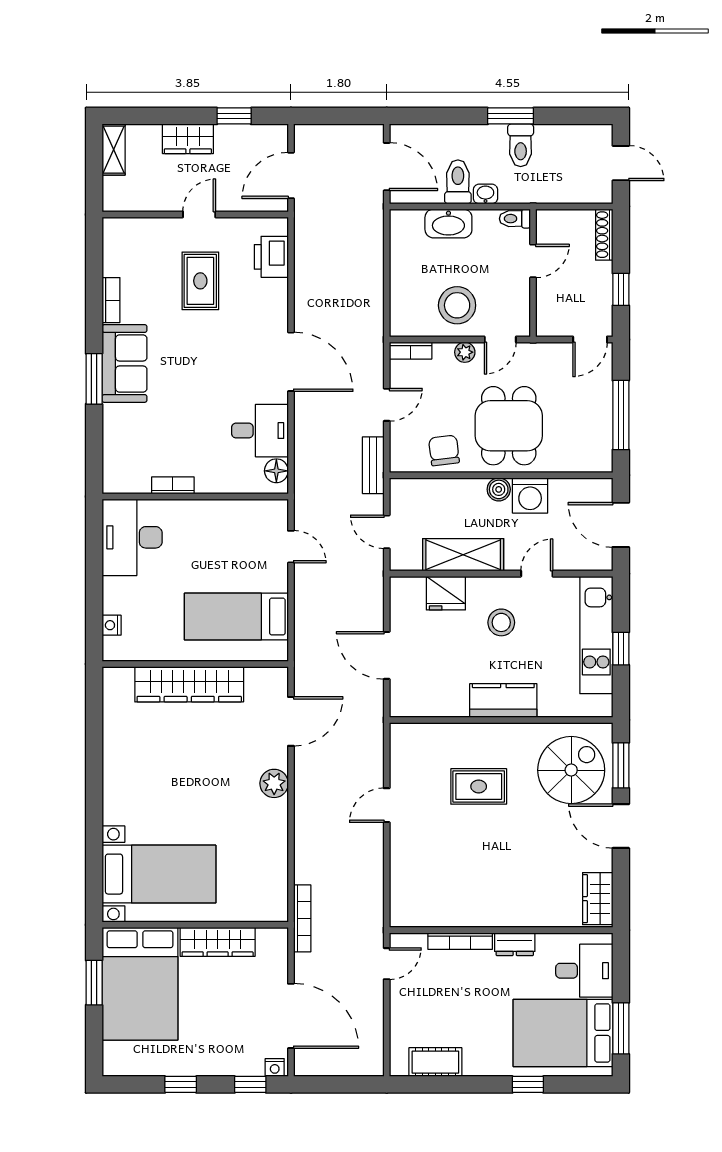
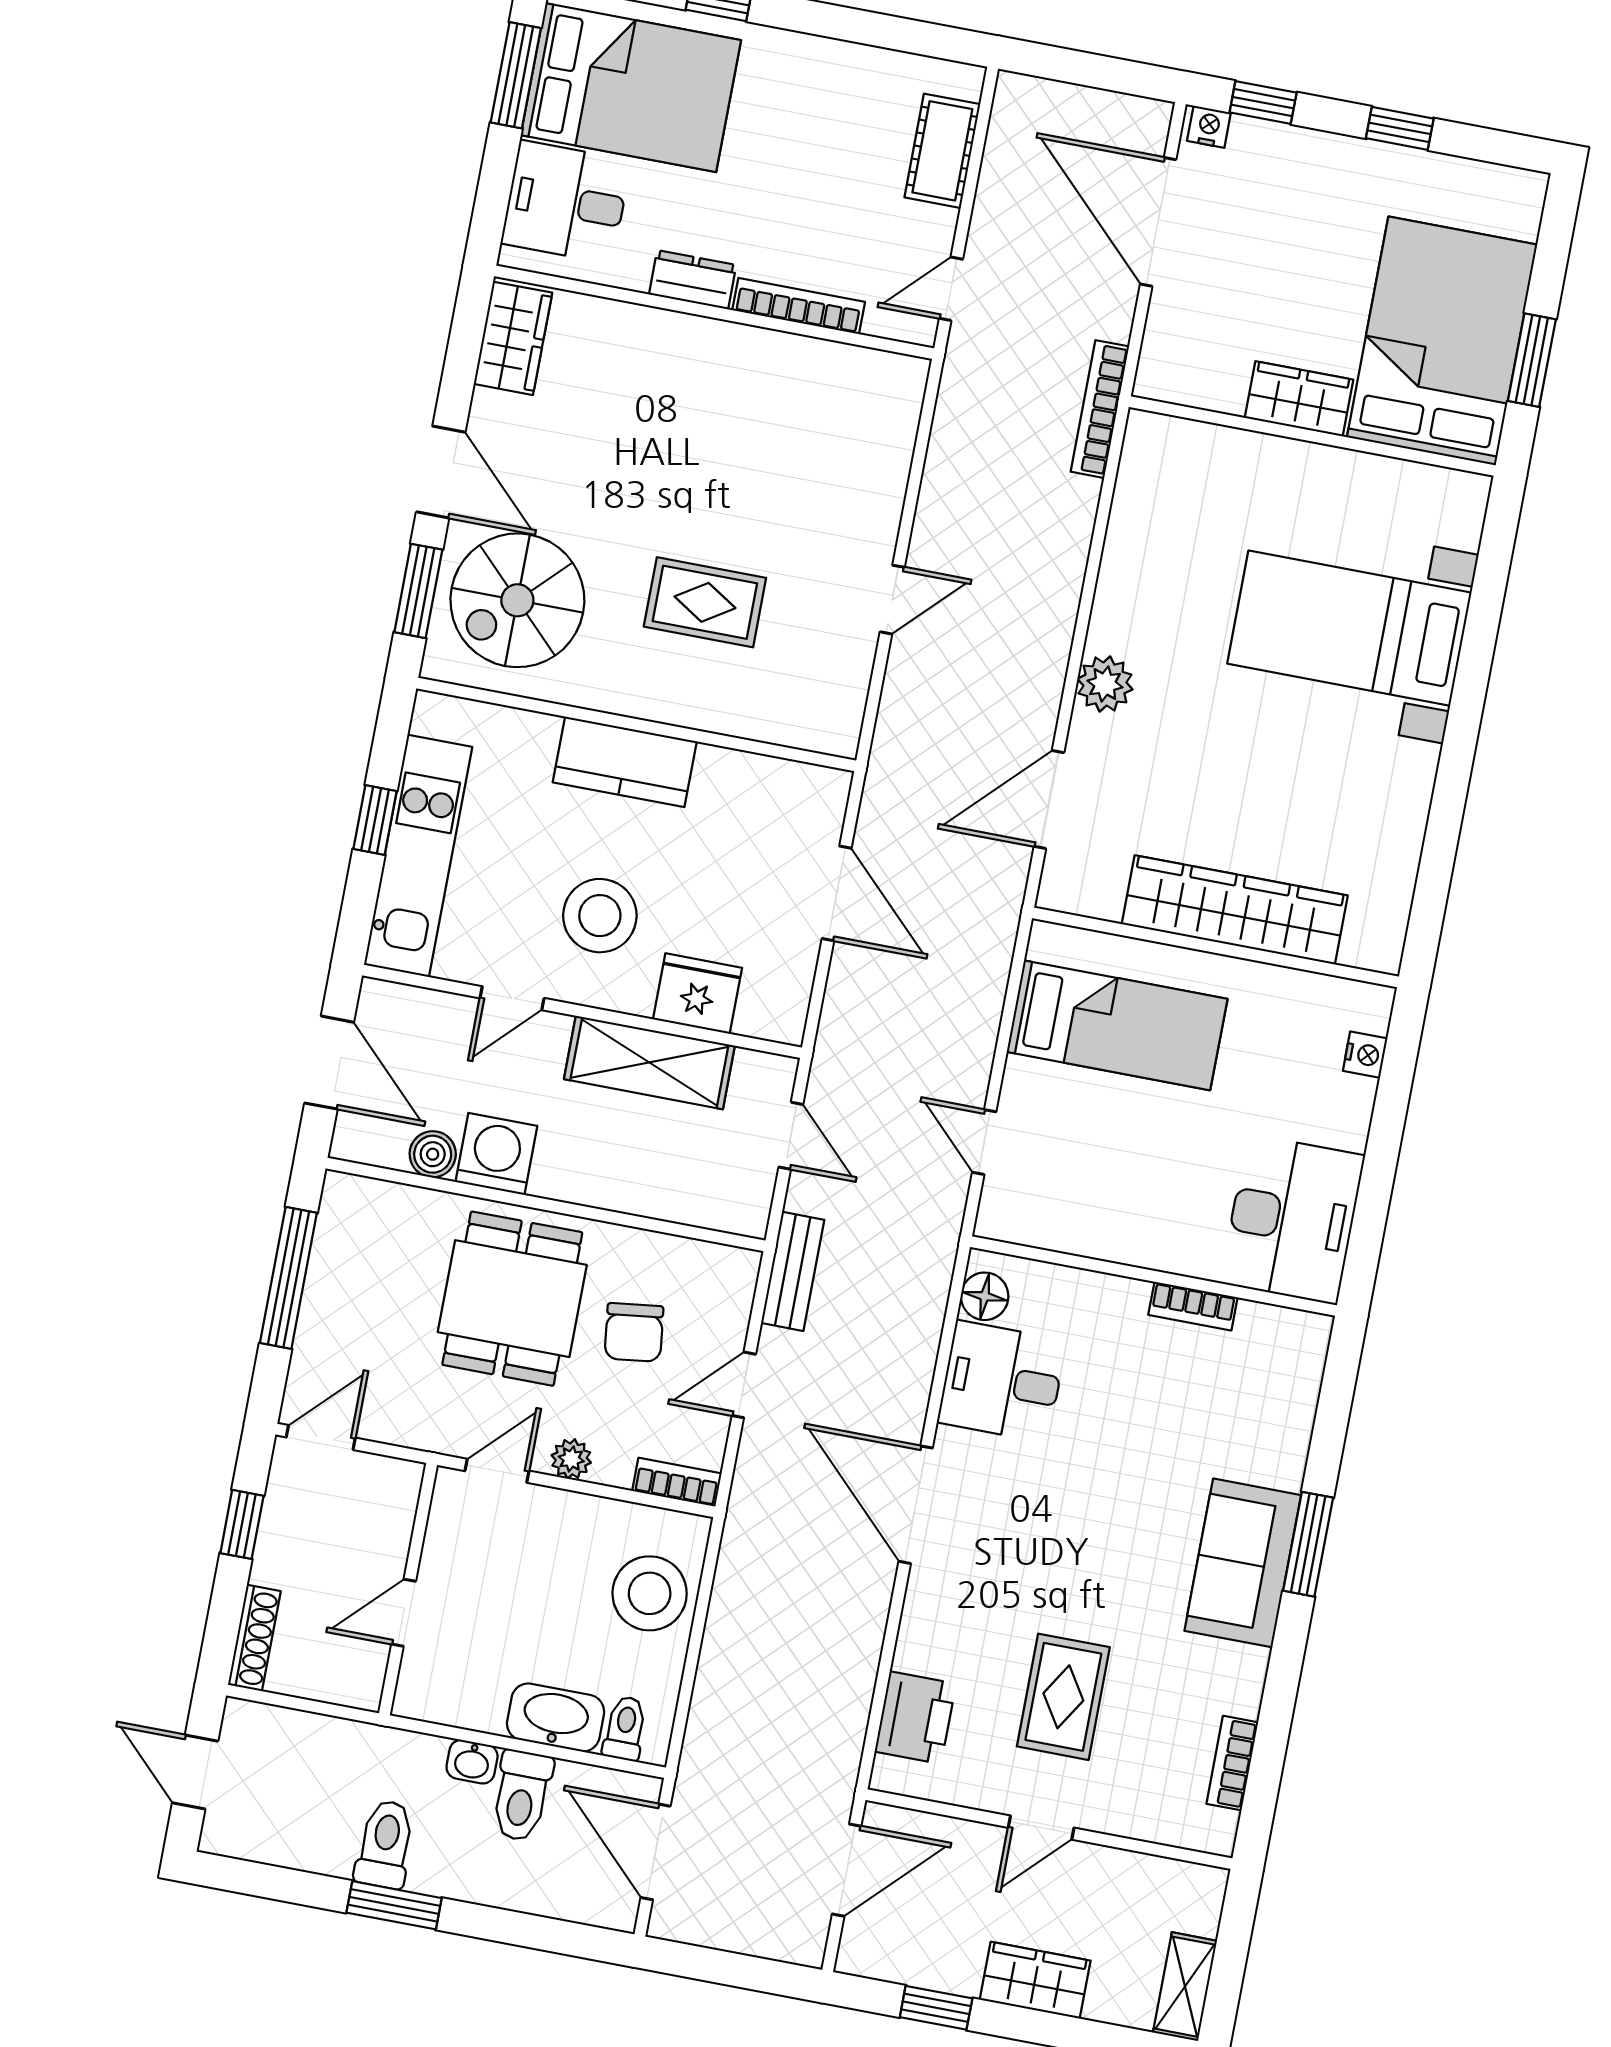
toilet: (515, 219) -> (625, 1728), moved, turned -90
bookcase: (111, 300) -> (1232, 1763), moved
stool: (457, 305) -> (650, 1593), moved
chair: (444, 450) -> (634, 1332), moved
boiler: (499, 489) -> (433, 1154), moved
stool: (501, 622) -> (600, 916), width x1.38, depth x1.38
bed with nightstands: (159, 874) -> (1349, 628), moved
wardrobe: (218, 942) -> (1299, 399), width x0.67
cot: (435, 1062) -> (942, 151), moved, turned 90

